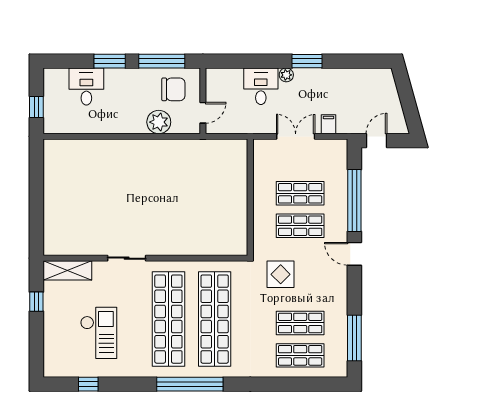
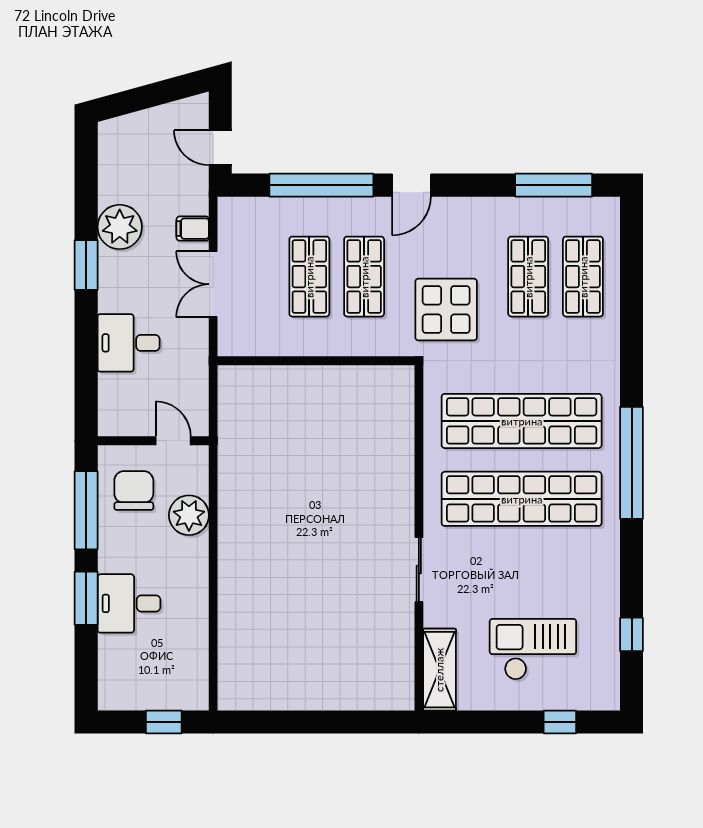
plant: (286, 75) -> (120, 227), moved, width x1.88, depth x1.88
desk: (86, 87) -> (129, 603), moved
display table: (281, 274) -> (446, 310), width x1.36, depth x1.36
window: (36, 302) -> (560, 722), moved
checkout: (99, 333) -> (533, 649), moved

